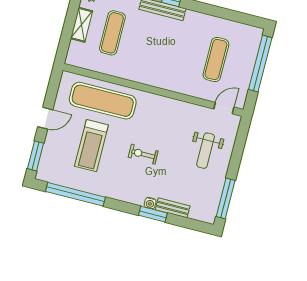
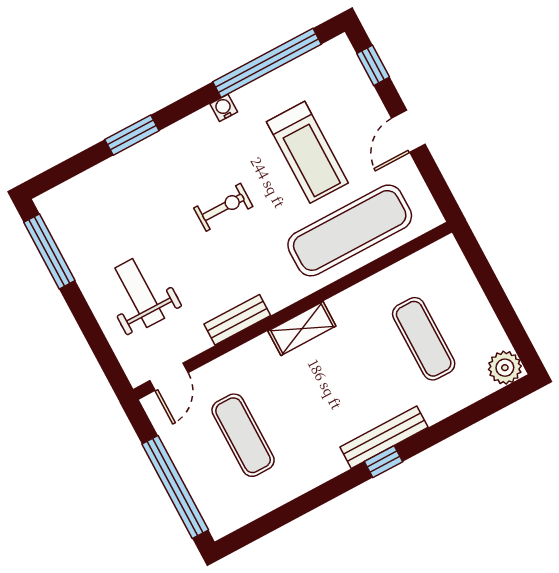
shelving: (82, 25) -> (302, 328), moved, turned 90
treadmill: (91, 146) -> (307, 152), turned 180
window: (35, 156) -> (373, 65), width x0.67
water cooler: (150, 203) -> (224, 108), moved
bench: (173, 208) -> (237, 320), moved

